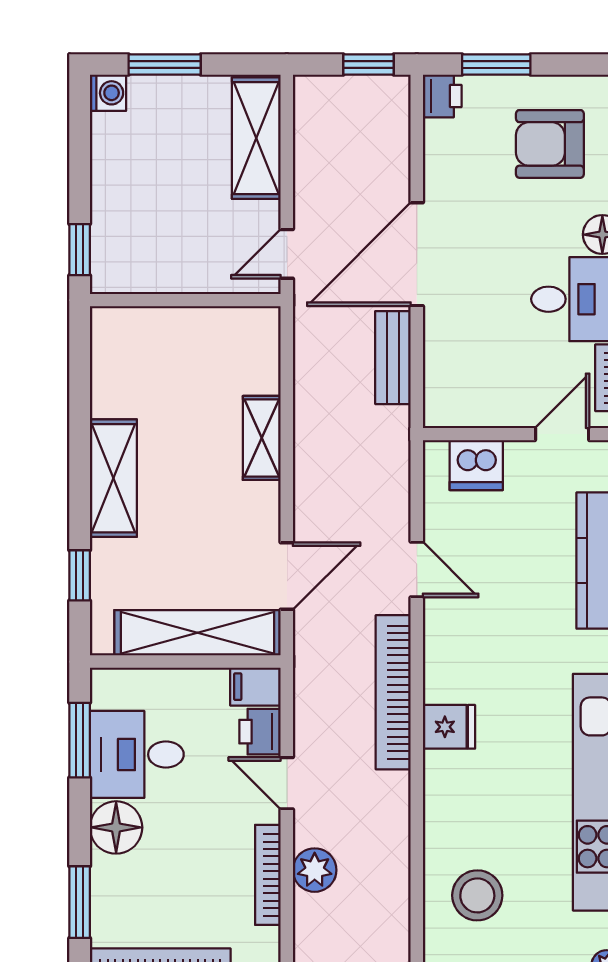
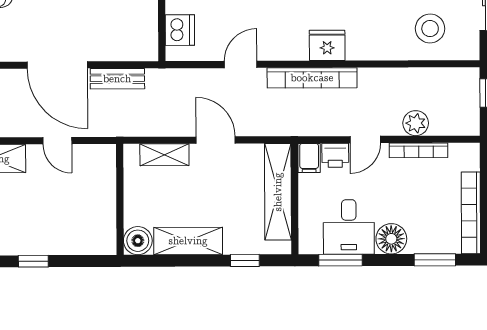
window: (80, 250) -> (33, 261), moved
wall: (185, 300) -> (120, 199), moved
boiler: (114, 392) -> (138, 241), added
door: (287, 576) -> (216, 140), moved
fridge: (449, 727) -> (327, 45), width x1.38

